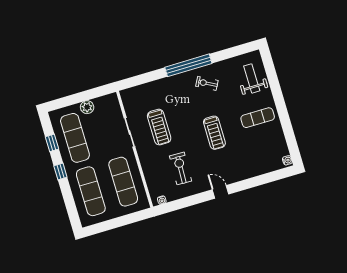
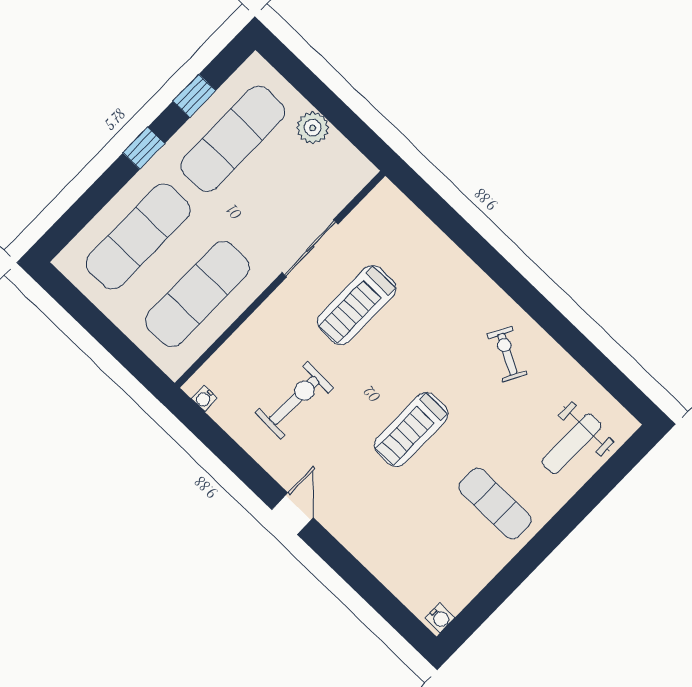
window: (188, 65) -> (523, 293), removed
weight bench: (252, 78) -> (572, 444), turned 180

